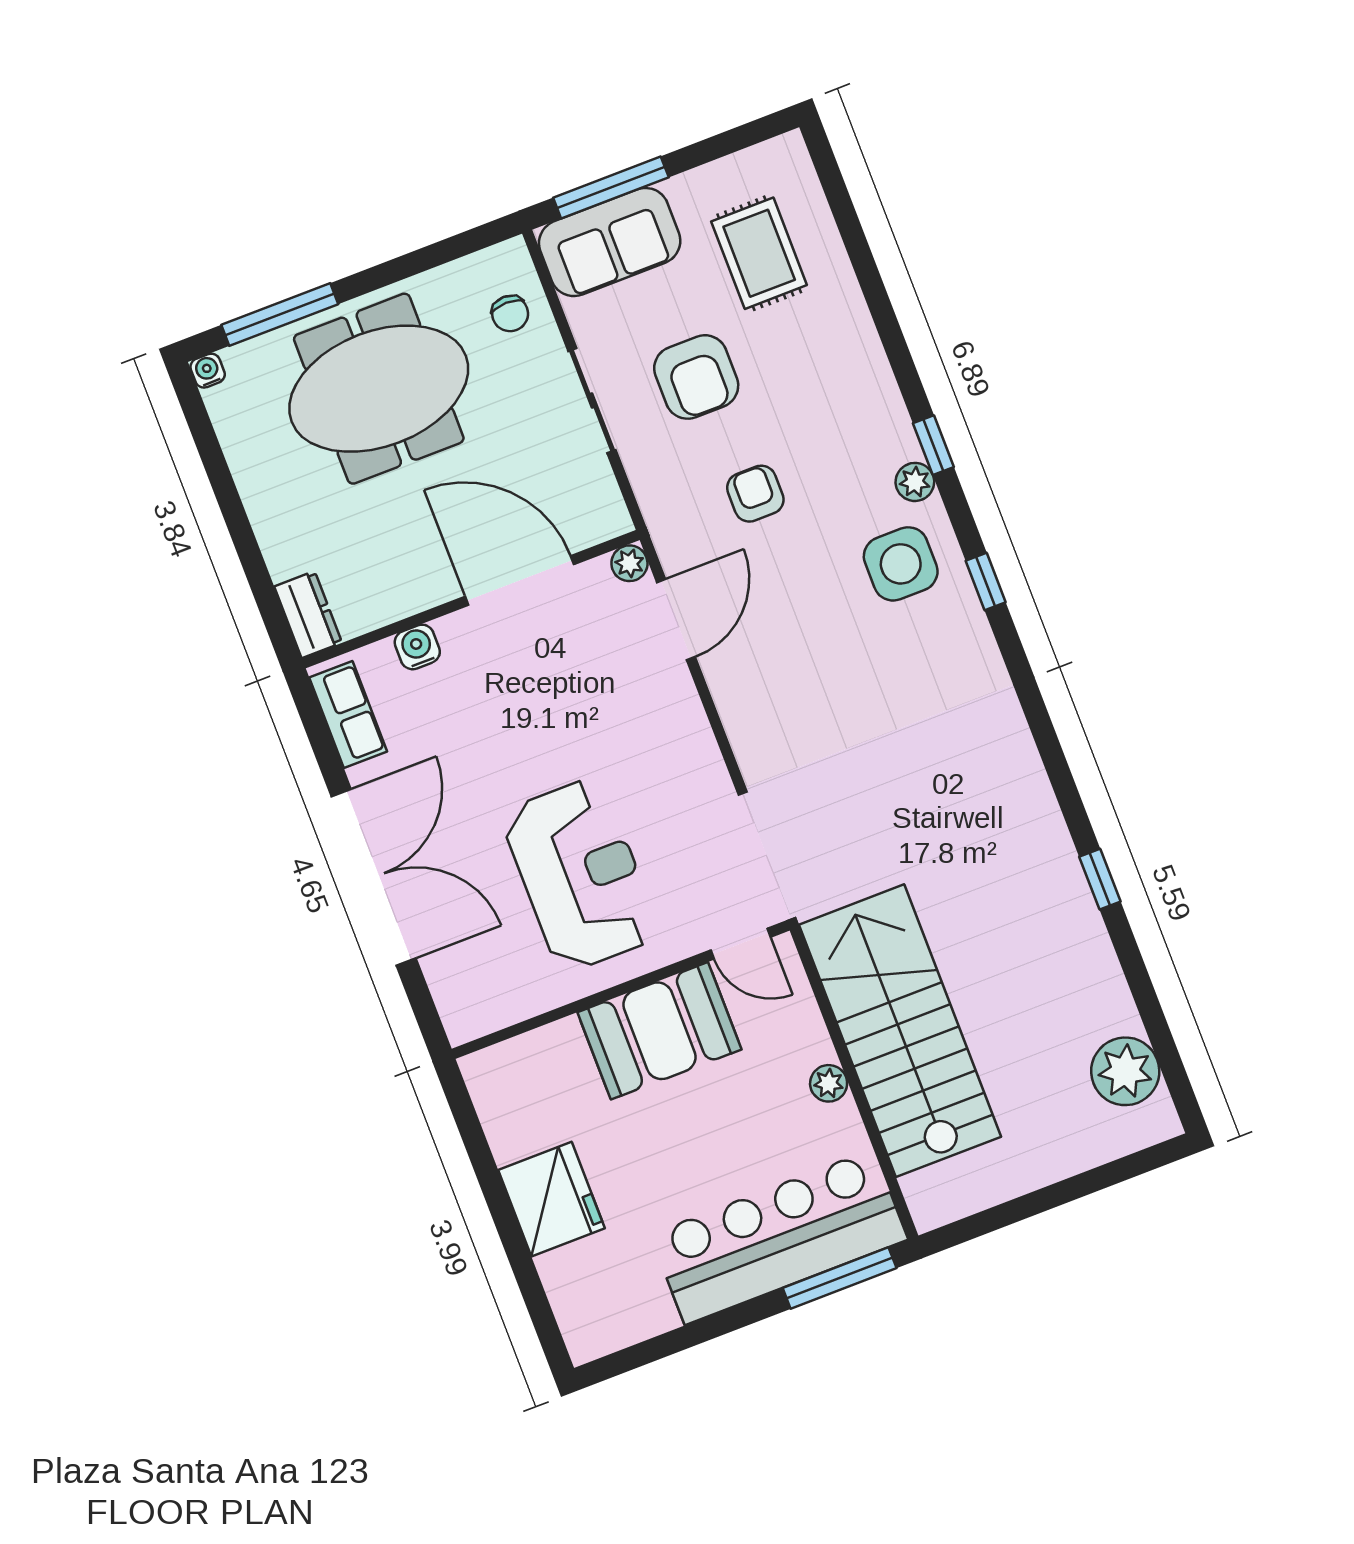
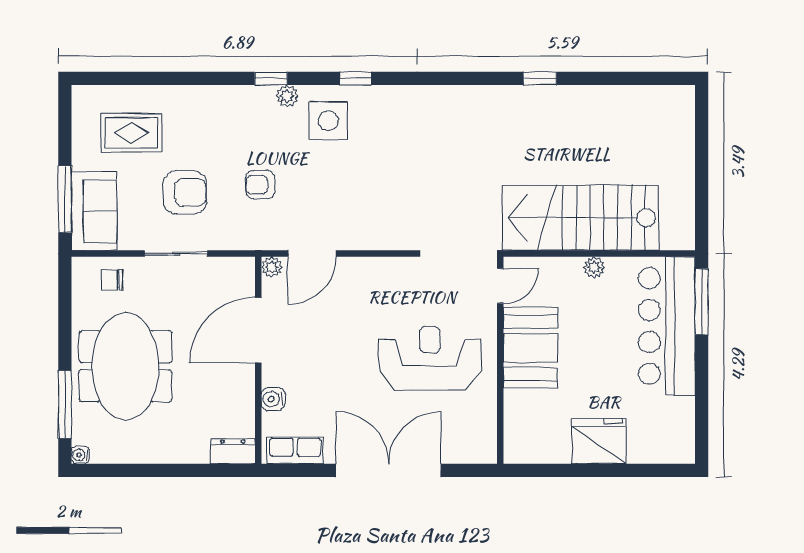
chair: (510, 314) -> (112, 280), turned 180
door: (676, 620) -> (312, 254), swing flipped
plant: (1125, 1071) -> (649, 105), removed

